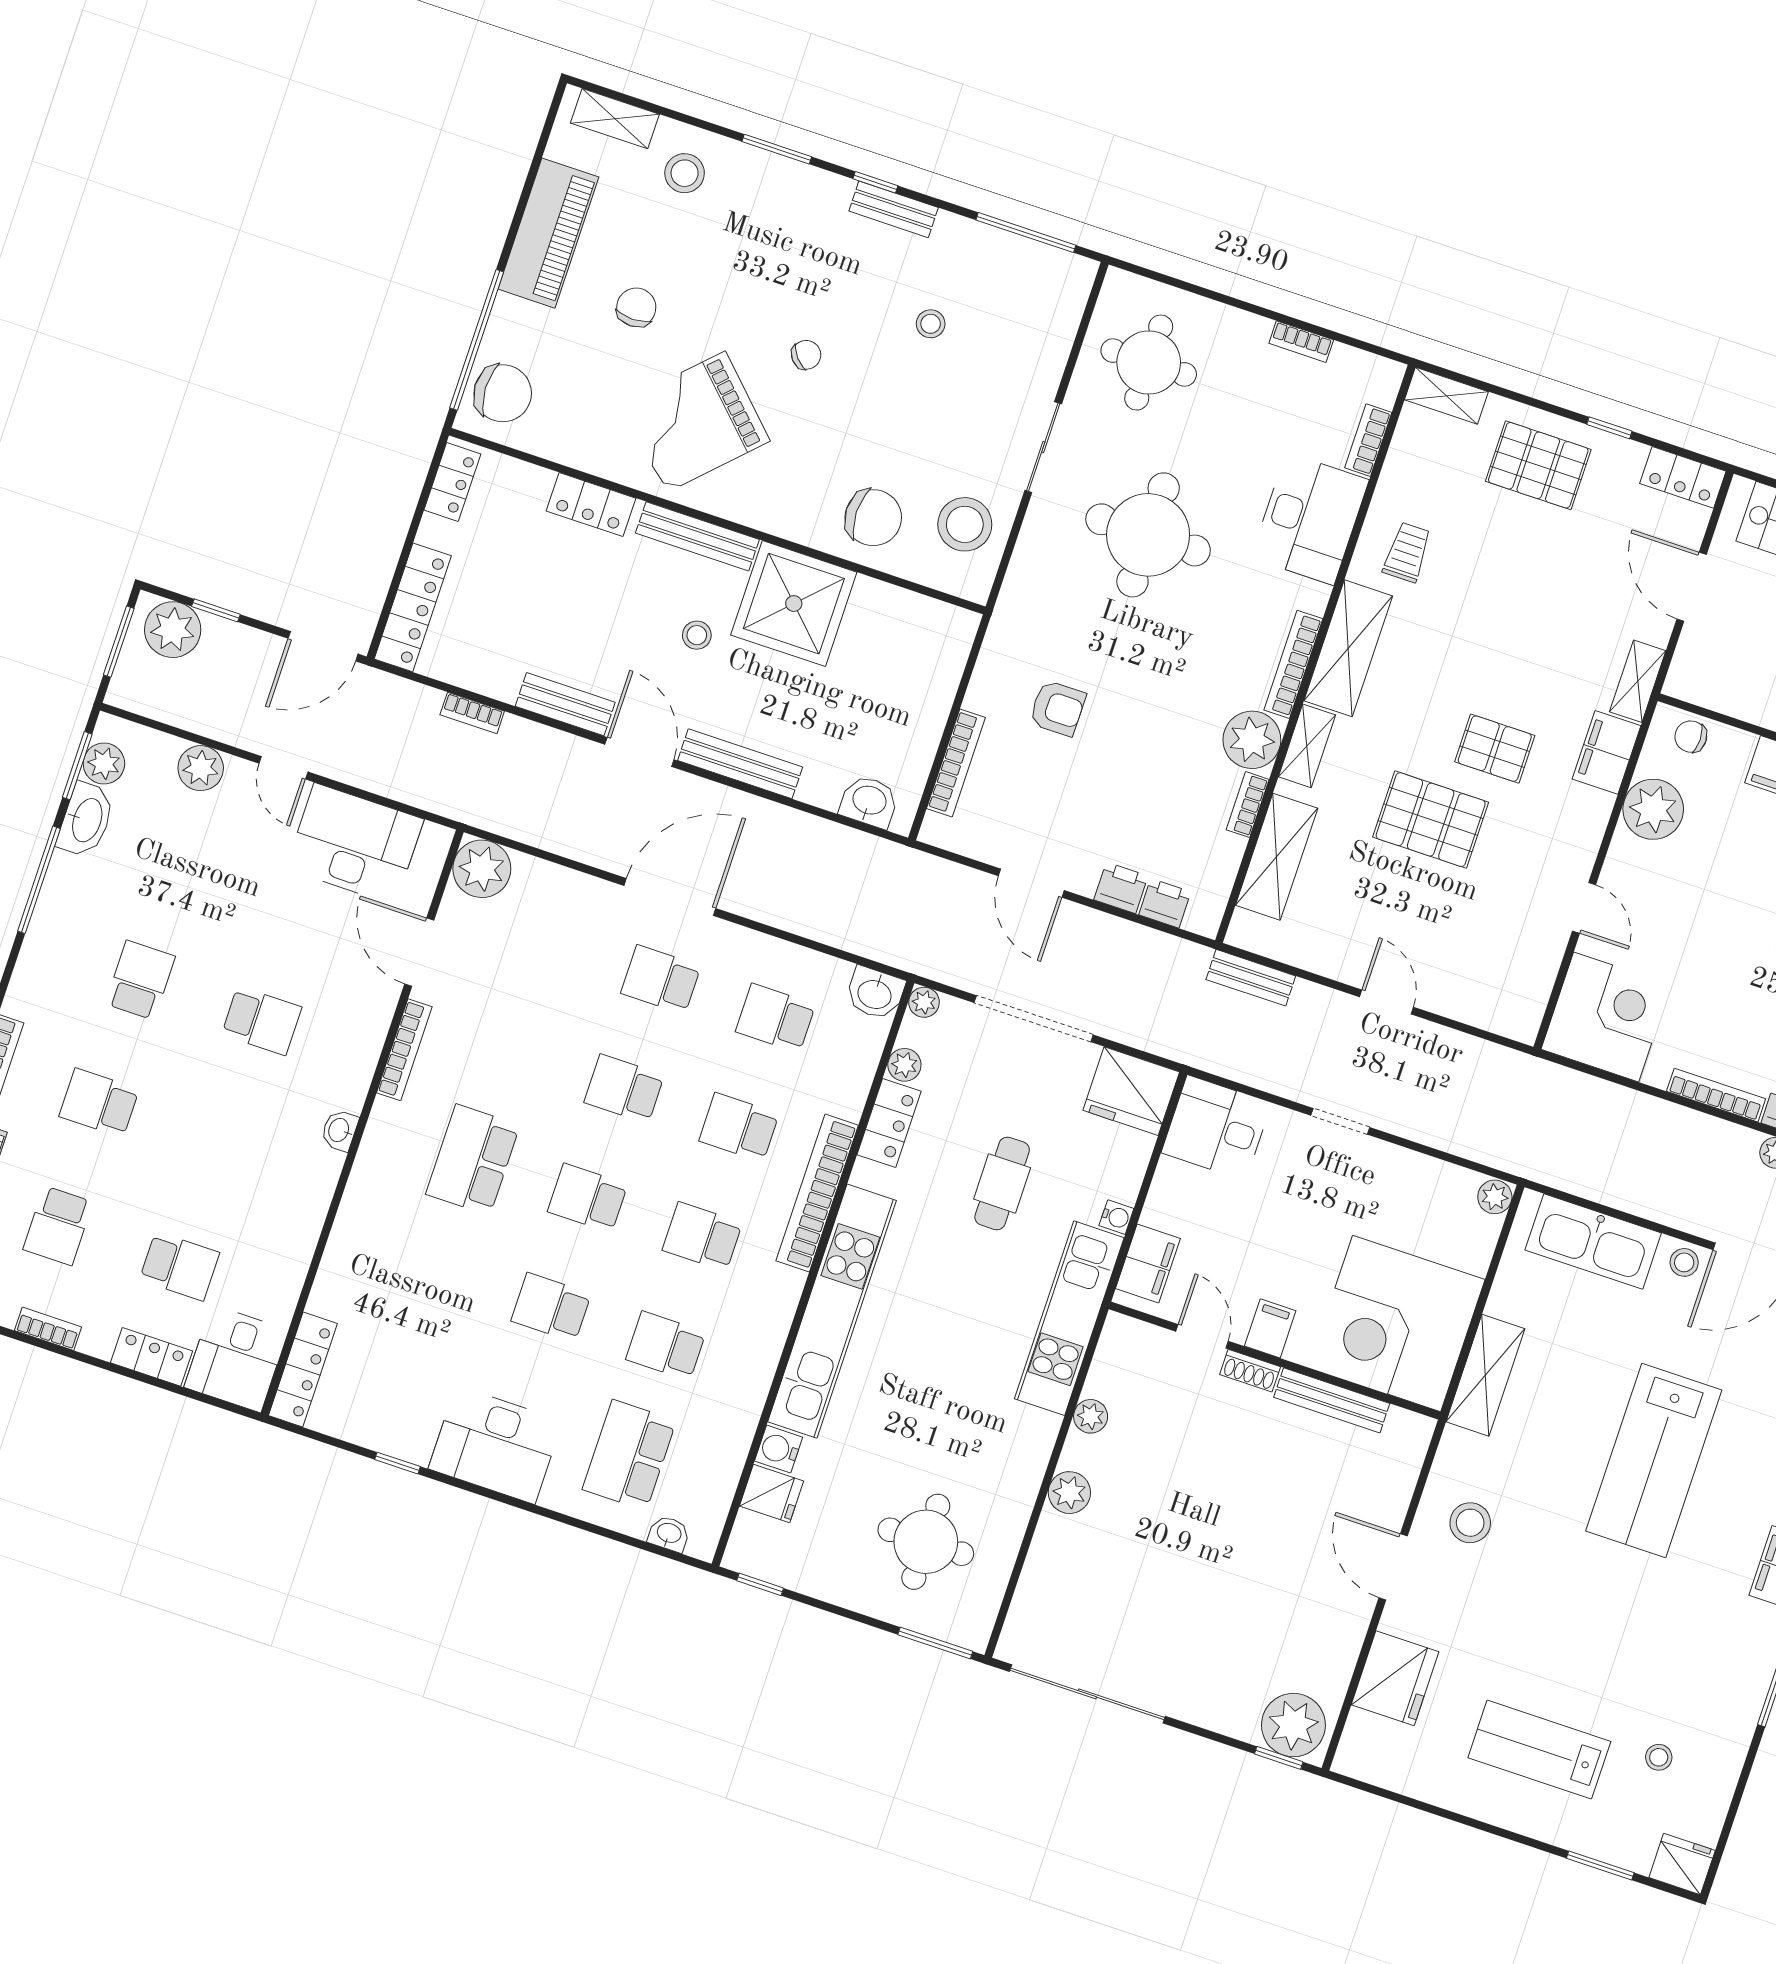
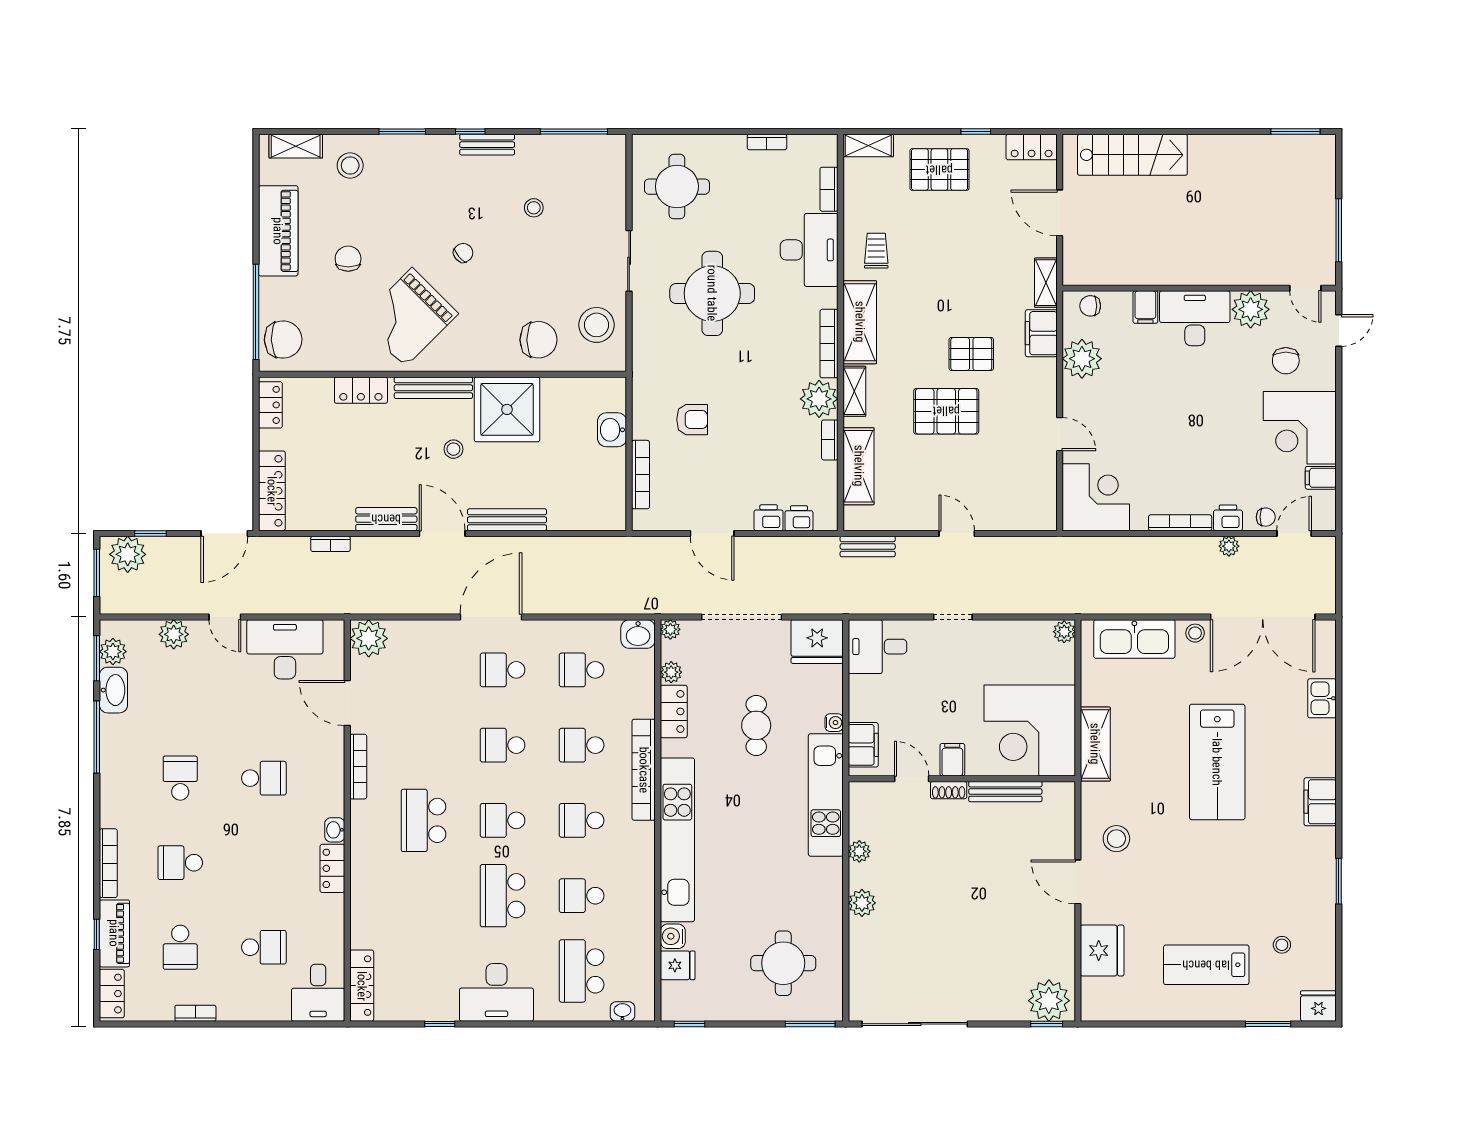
washbasin: (869, 801) -> (612, 430), moved, turned -90
school desk: (551, 1307) -> (503, 896), width x1.85
locker: (152, 1357) -> (332, 868), moved, turned -90

